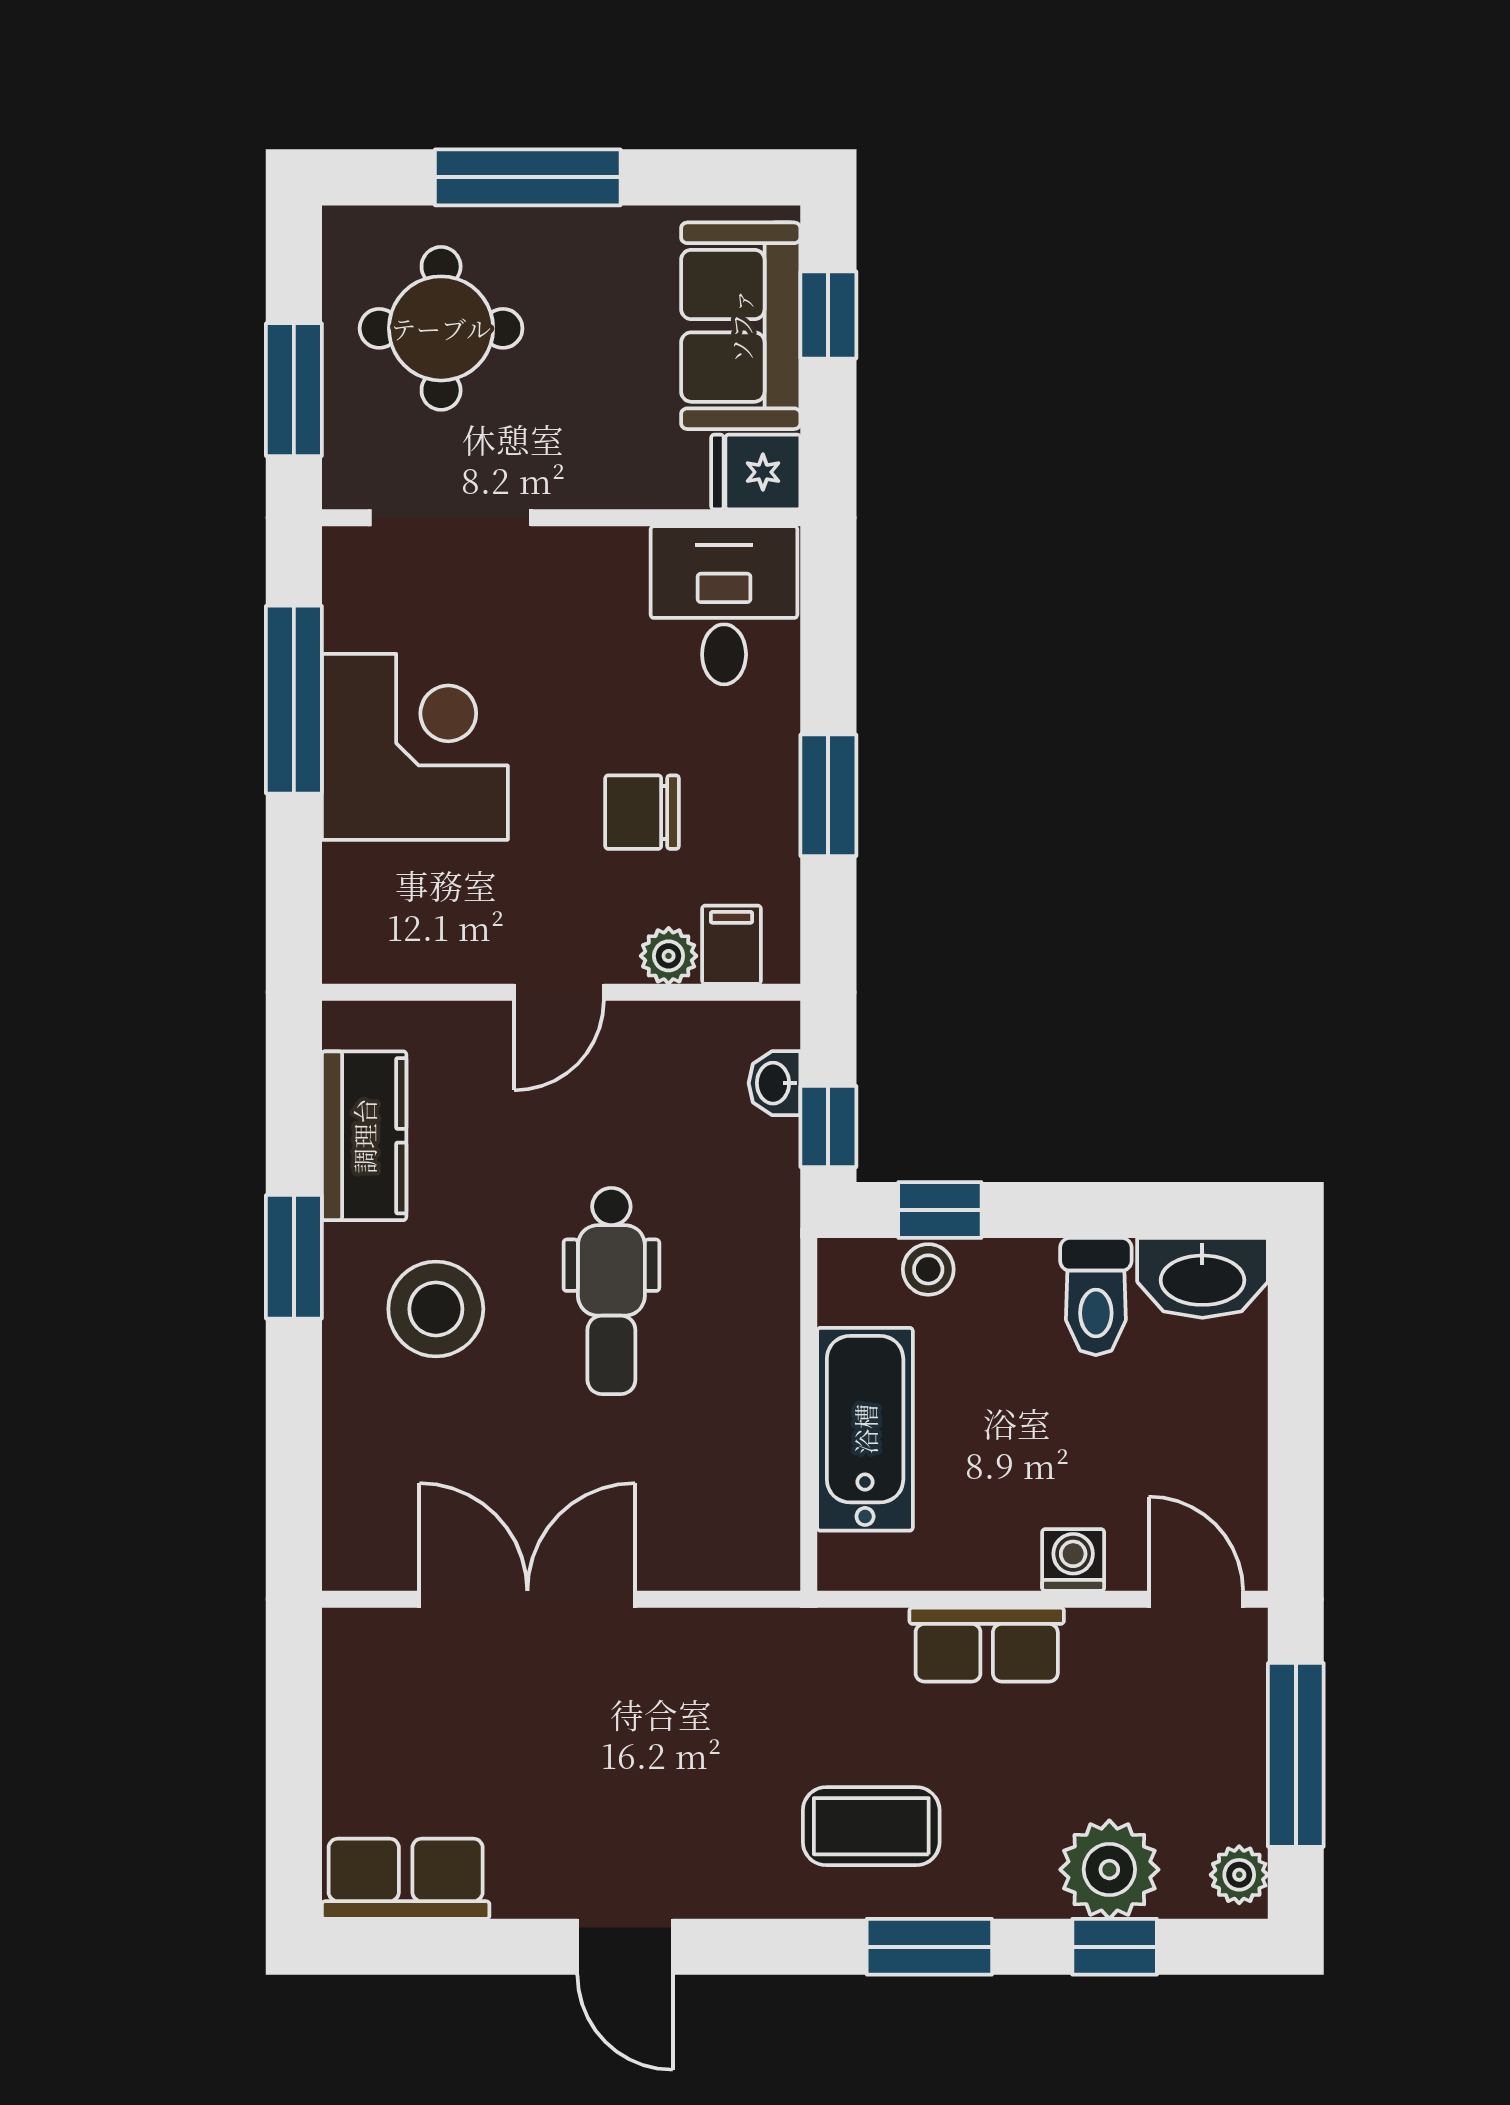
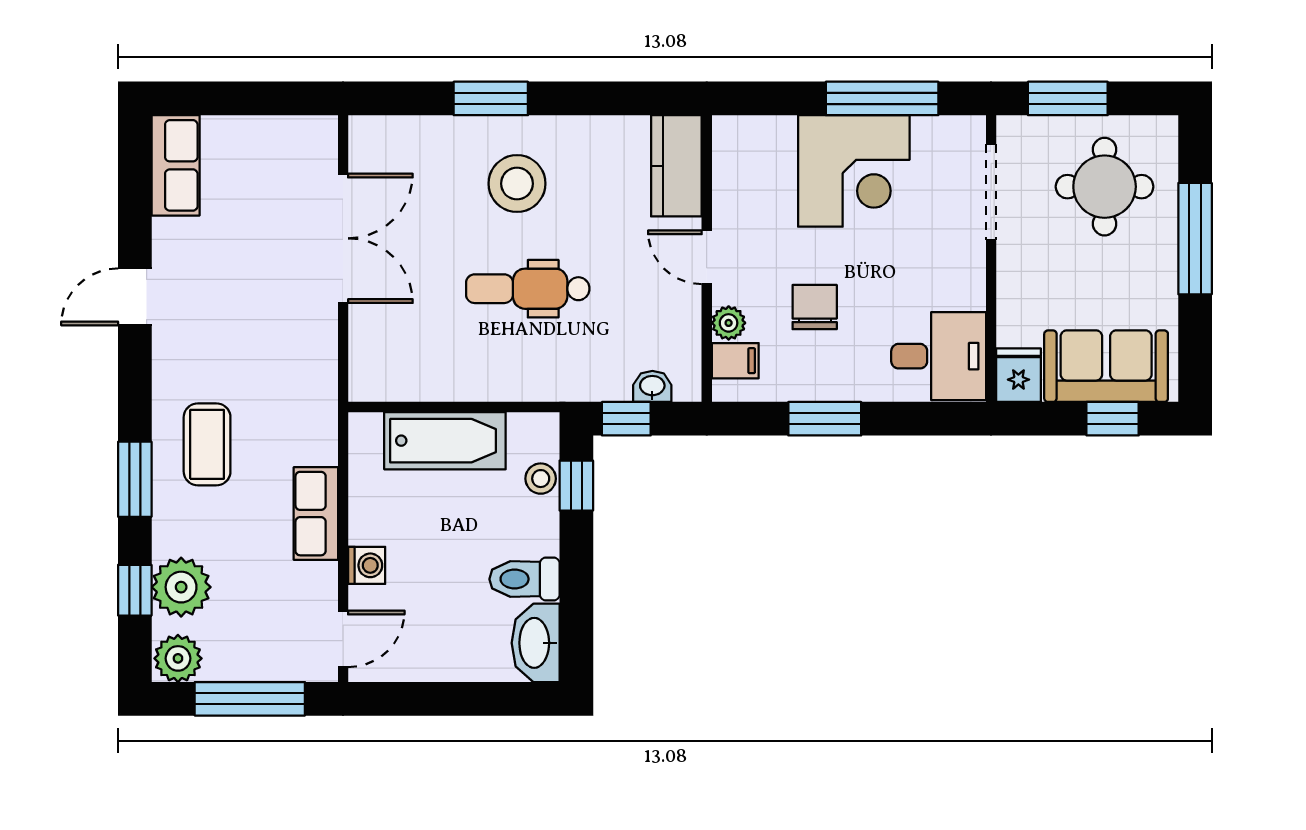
kitchen counter: (364, 1136) -> (676, 166), moved, turned 90
window: (294, 1257) -> (491, 98), moved
plant: (1239, 1875) -> (178, 658), width x1.38, depth x1.38

